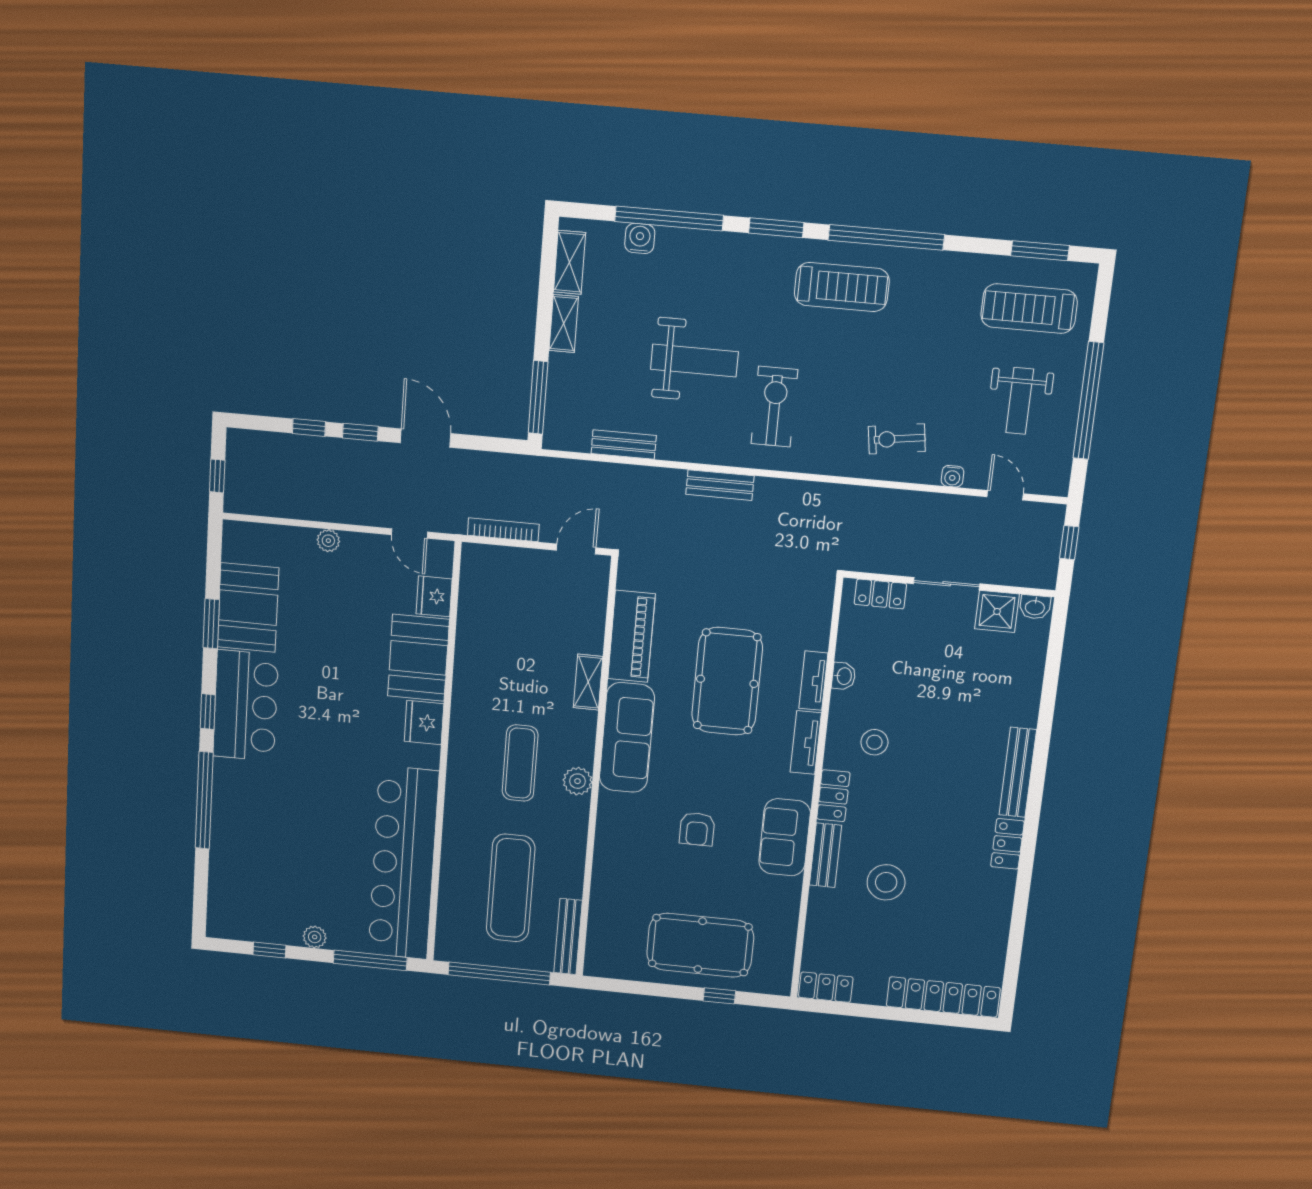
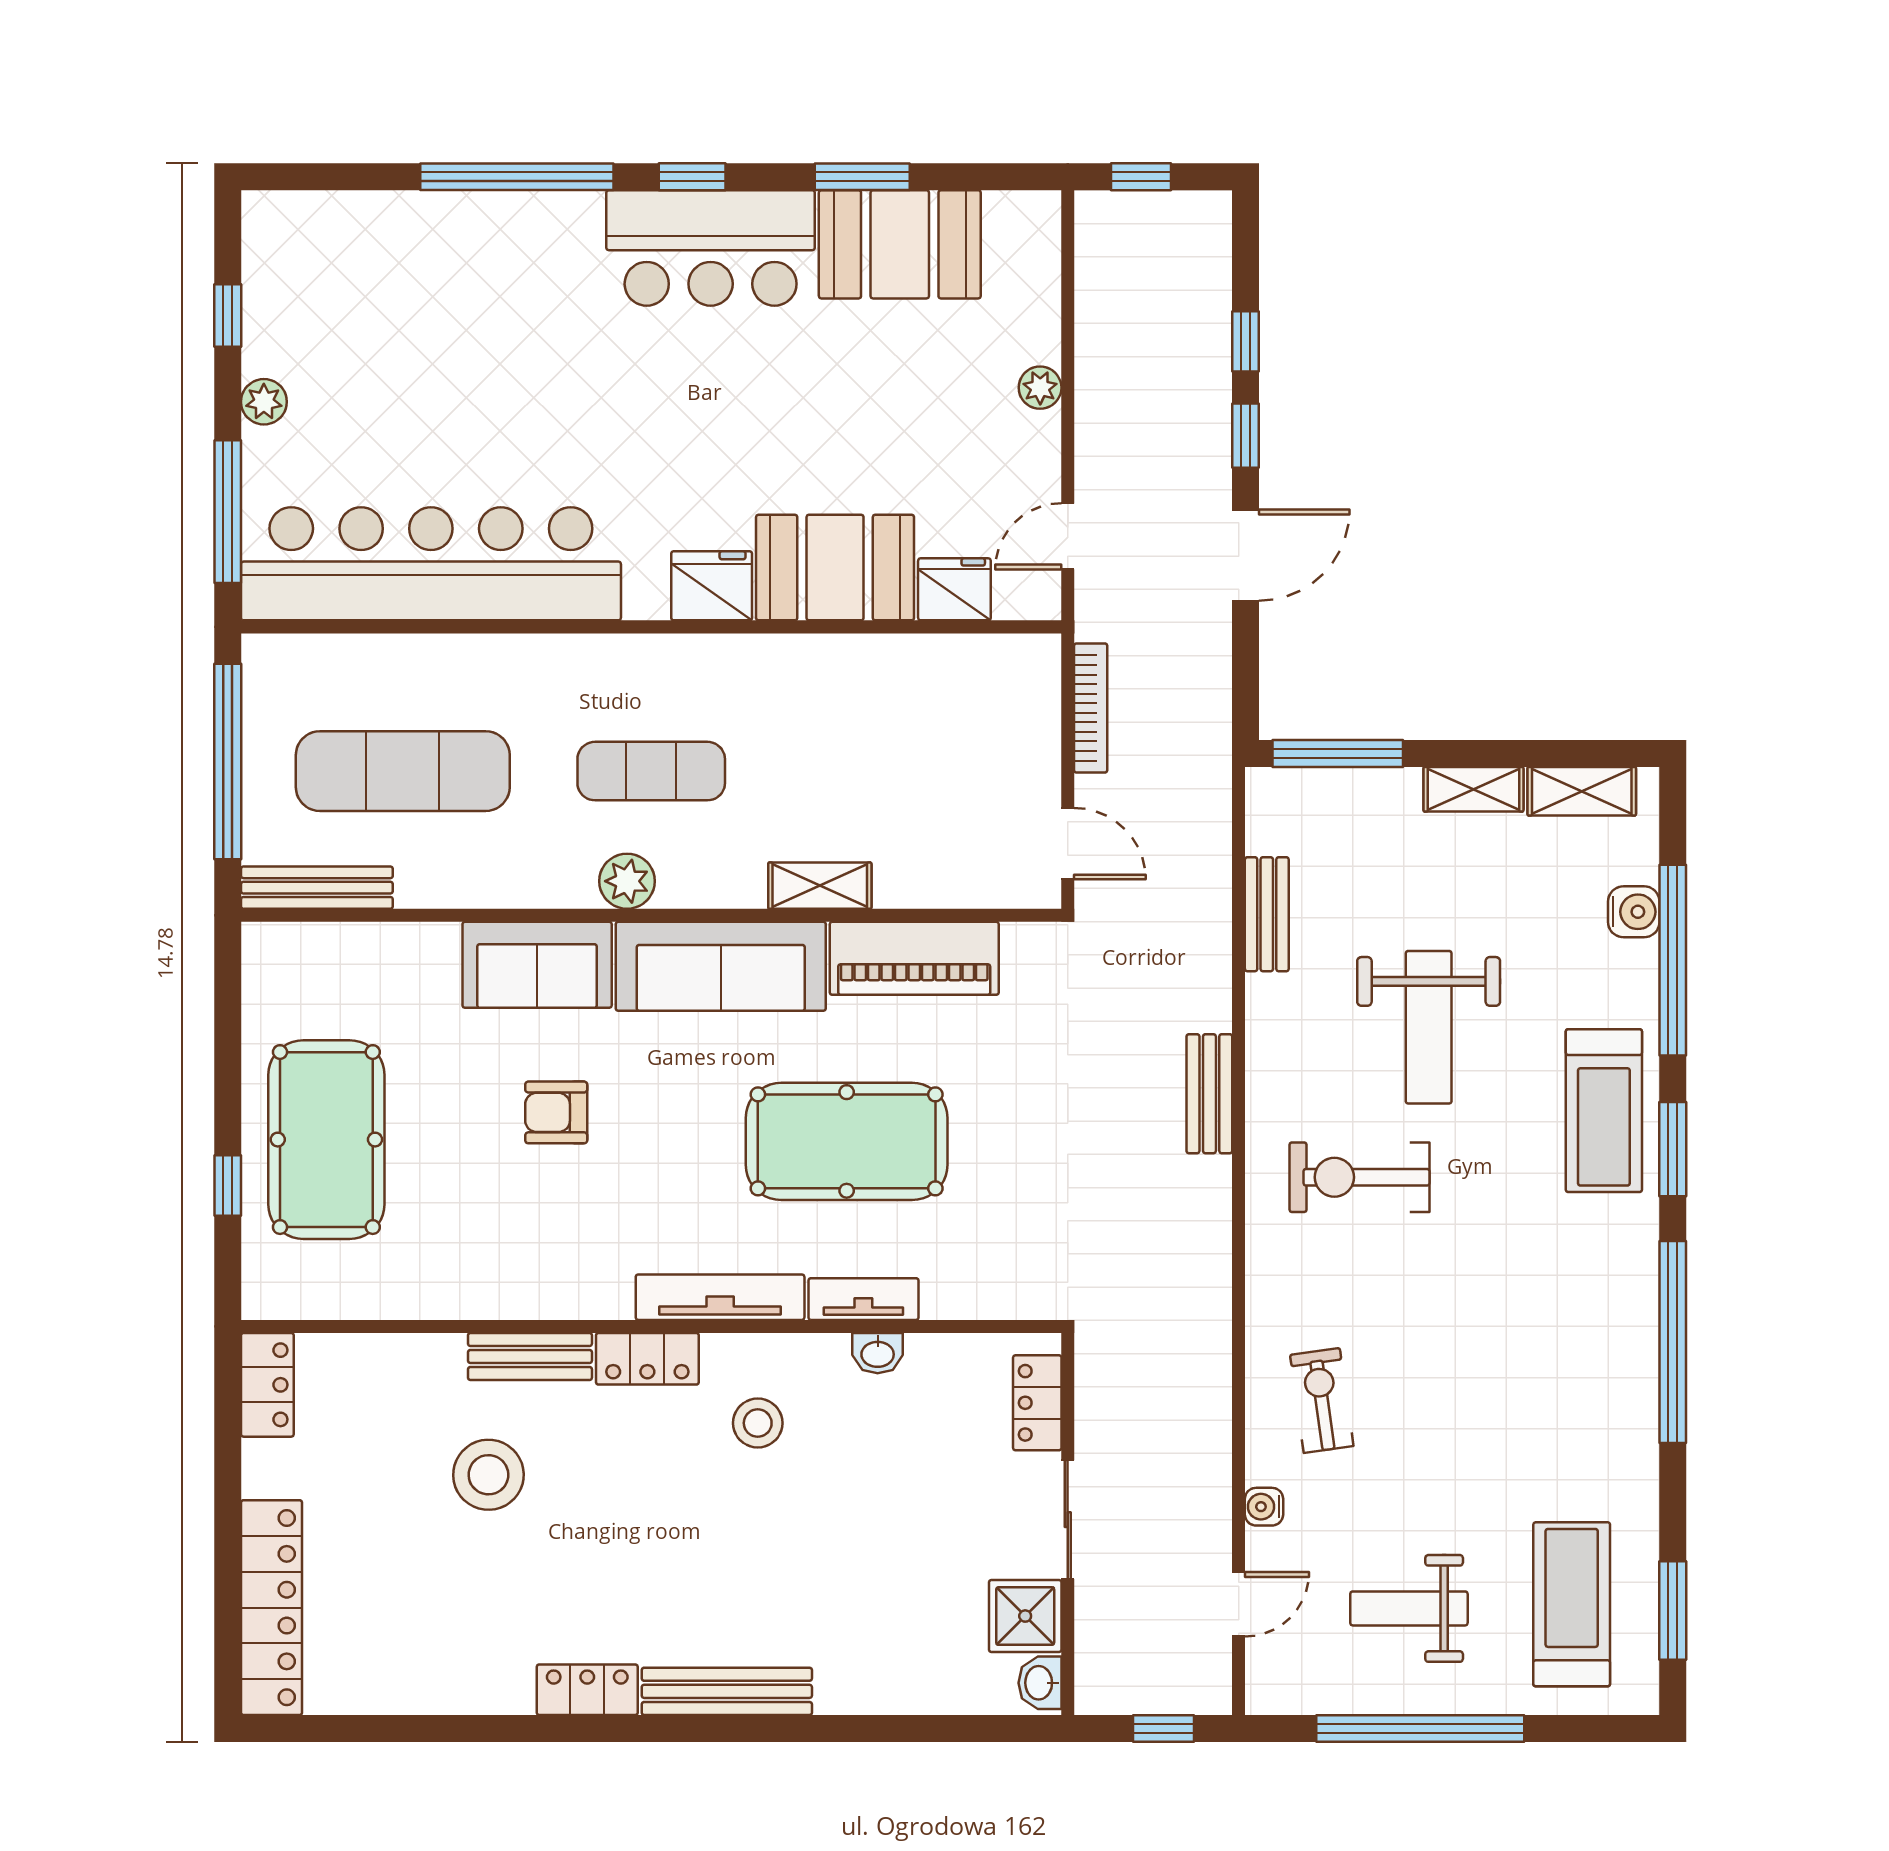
treadmill: (842, 287) -> (1604, 1111), moved
exercise bike: (774, 407) -> (1360, 1177), turned 180
tv unit: (806, 743) -> (720, 1297), width x1.41
sofa: (785, 837) -> (537, 965), moved, turned 180

